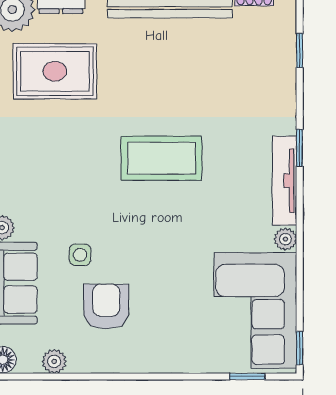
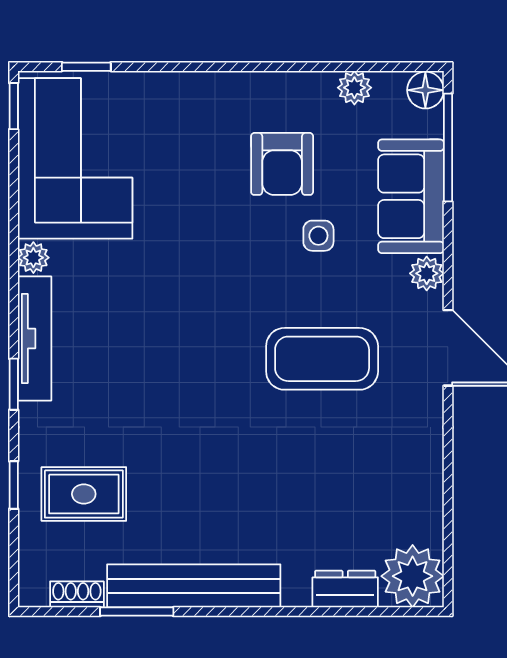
window: (300, 51) -> (14, 485), moved
rug: (55, 71) -> (84, 494), moved, width x0.73, depth x0.70
coffee table: (161, 158) -> (322, 359), moved

